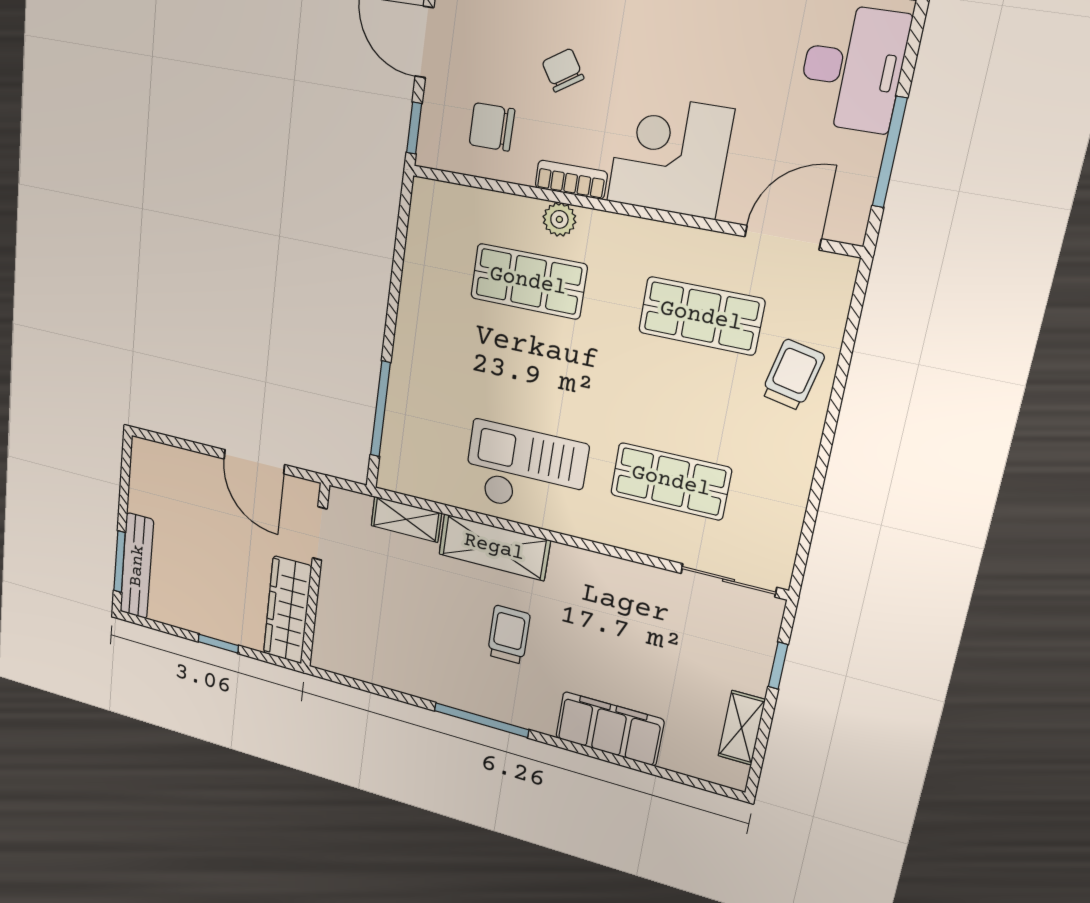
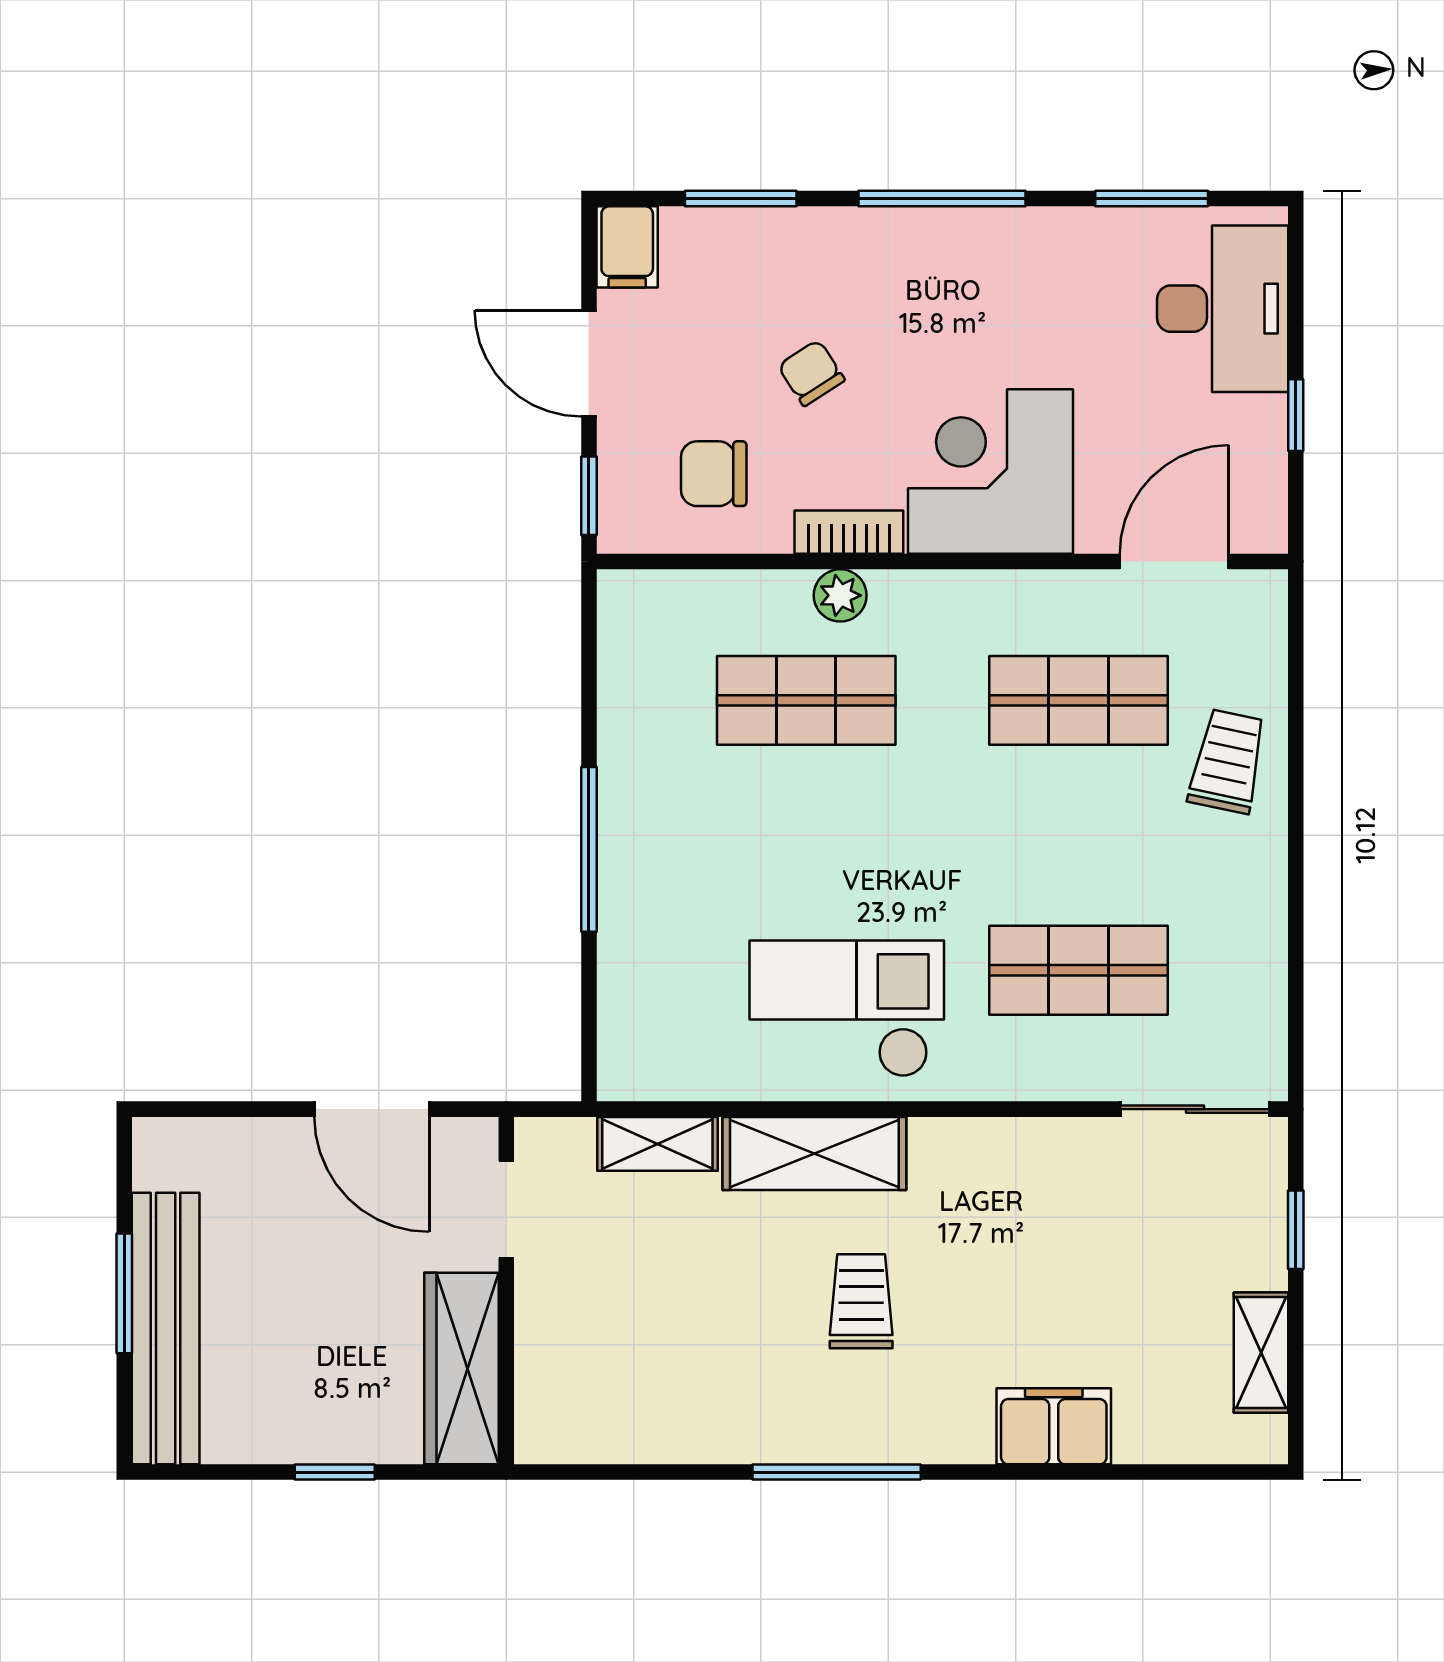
window: (890, 152) -> (1296, 415), width x0.46
window: (380, 409) -> (589, 849), moved
window: (120, 562) -> (124, 1293), moved
bench: (137, 566) -> (166, 1329), width x1.37, depth x1.21
filing cabinet: (609, 729) -> (1054, 1426), width x0.67, depth x0.86

